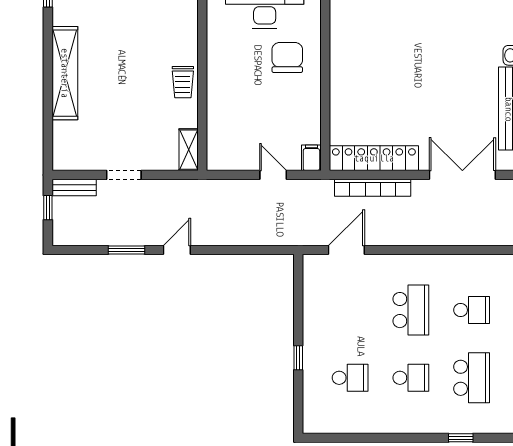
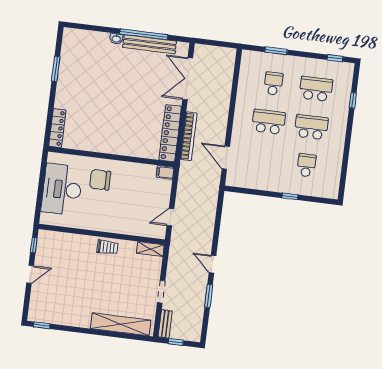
shelving: (65, 73) -> (121, 324), moved
door: (273, 175) -> (170, 217), moved
school desk: (411, 378) -> (311, 127), width x1.85

